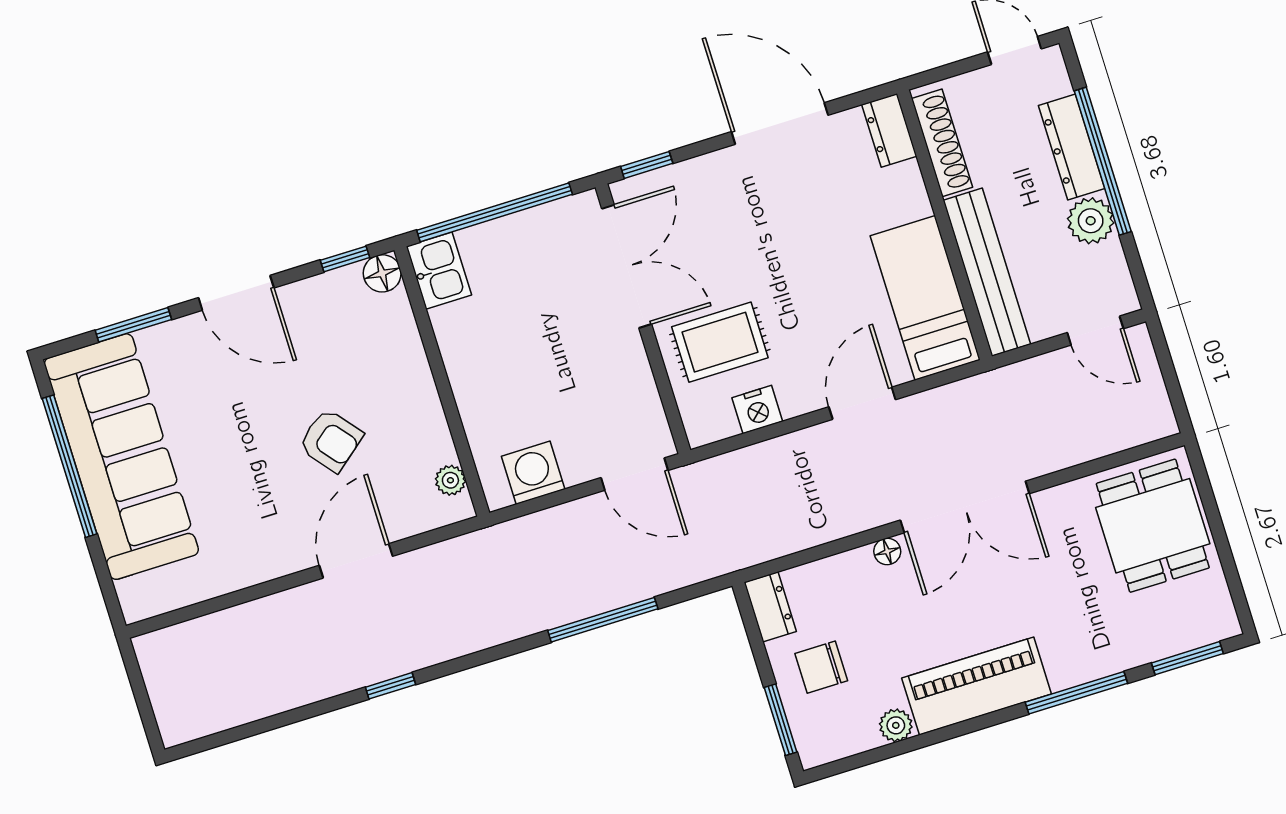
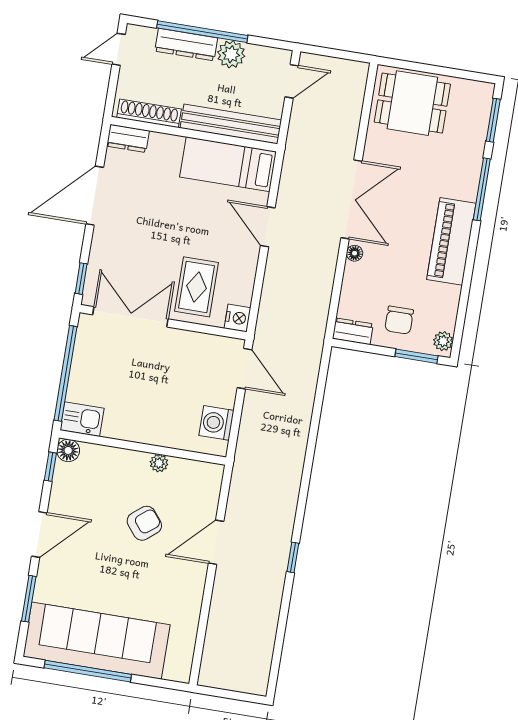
nightstand: (757, 410) -> (238, 318), moved
door: (634, 474) -> (245, 369), hinge flipped
plant: (450, 480) -> (159, 463), moved
door: (356, 561) -> (216, 542), hinge flipped
window: (603, 620) -> (315, 425), removed
plant: (896, 725) -> (443, 341), moved

